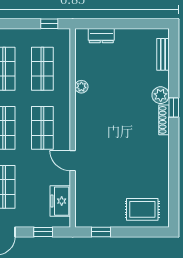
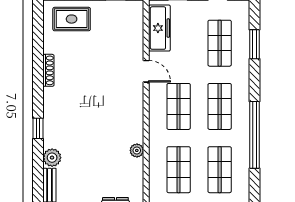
plant: (161, 95) -> (52, 158), moved
shoe rack: (164, 120) -> (48, 70), moved
freezer: (60, 201) -> (159, 28), width x1.40

